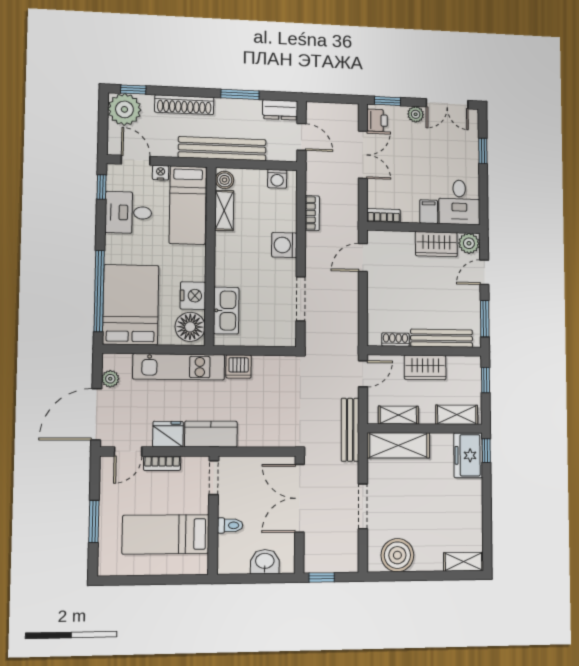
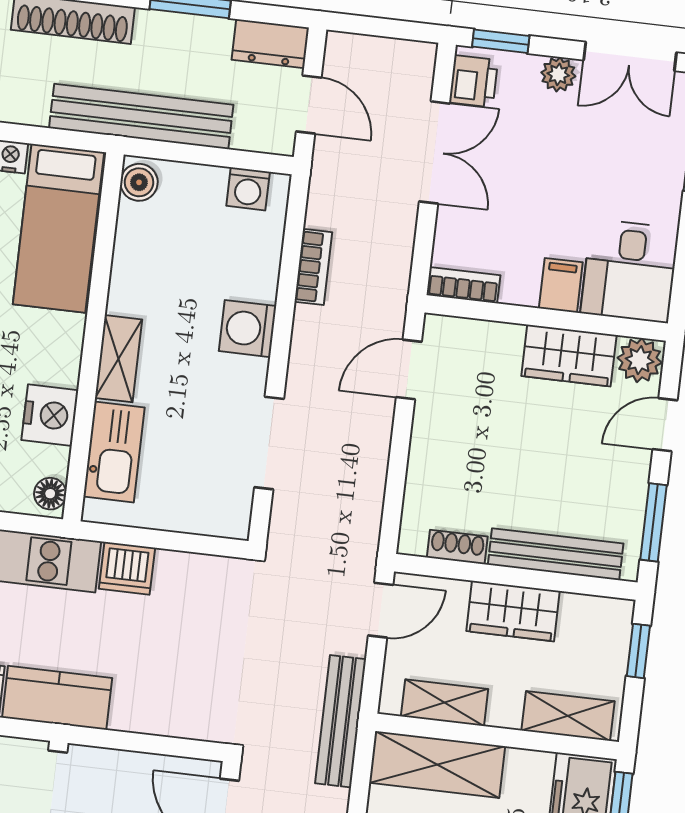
shelving: (224, 210) -> (118, 359), moved
floor lamp: (190, 327) -> (50, 494), width x0.53, depth x0.53

